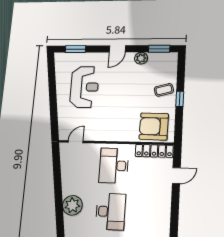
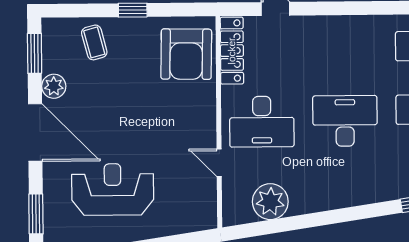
door: (117, 49) -> (35, 133), width x1.88
coffee table: (164, 90) -> (94, 42), moved
door: (76, 142) -> (219, 163), moved
plant: (72, 205) -> (270, 202), moved

